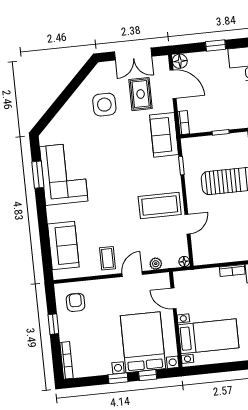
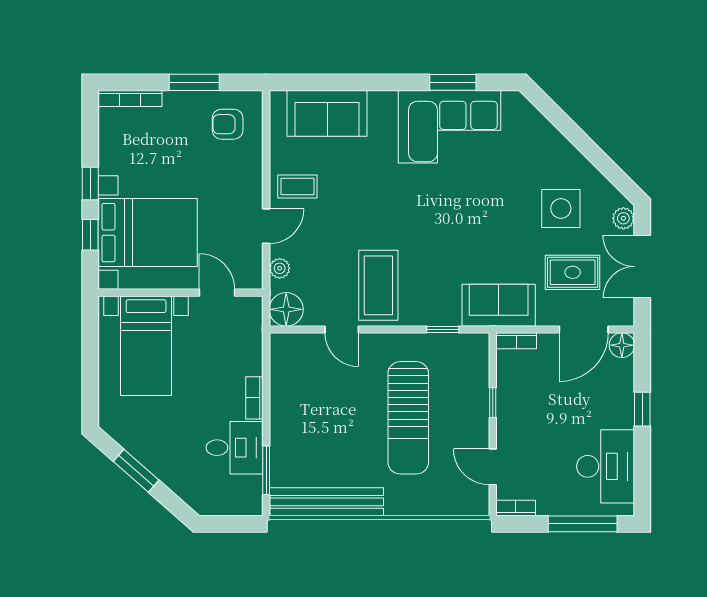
plant: (106, 68) -> (623, 218), added
floor lamp: (184, 262) -> (286, 309), width x1.89, depth x1.89
door: (132, 274) -> (266, 226), hinge flipped
door: (174, 298) -> (217, 293), hinge flipped
armchair: (76, 302) -> (228, 124), turned 180
window: (53, 324) -> (194, 82), width x1.50

